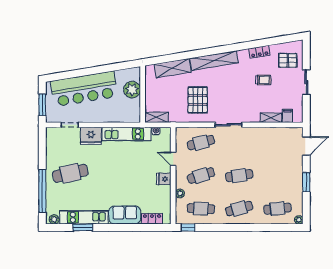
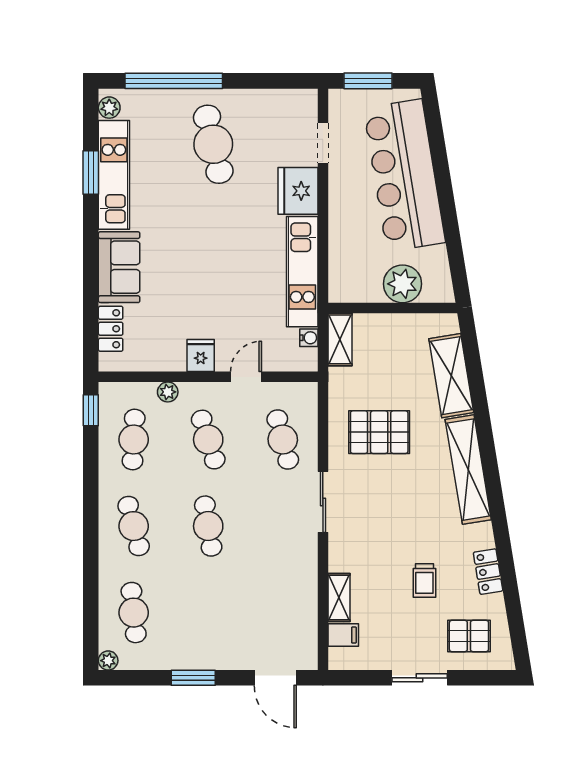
pallet: (288, 60) -> (469, 636), turned 90

